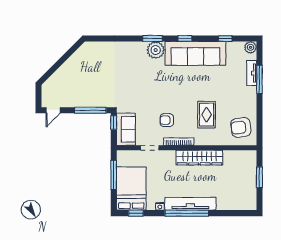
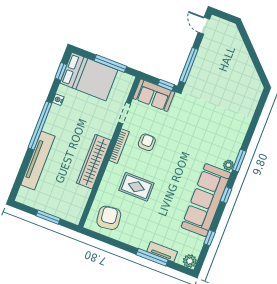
plant: (156, 50) -> (228, 165), width x0.53, depth x0.53
tv unit: (190, 204) -> (38, 161), moved

